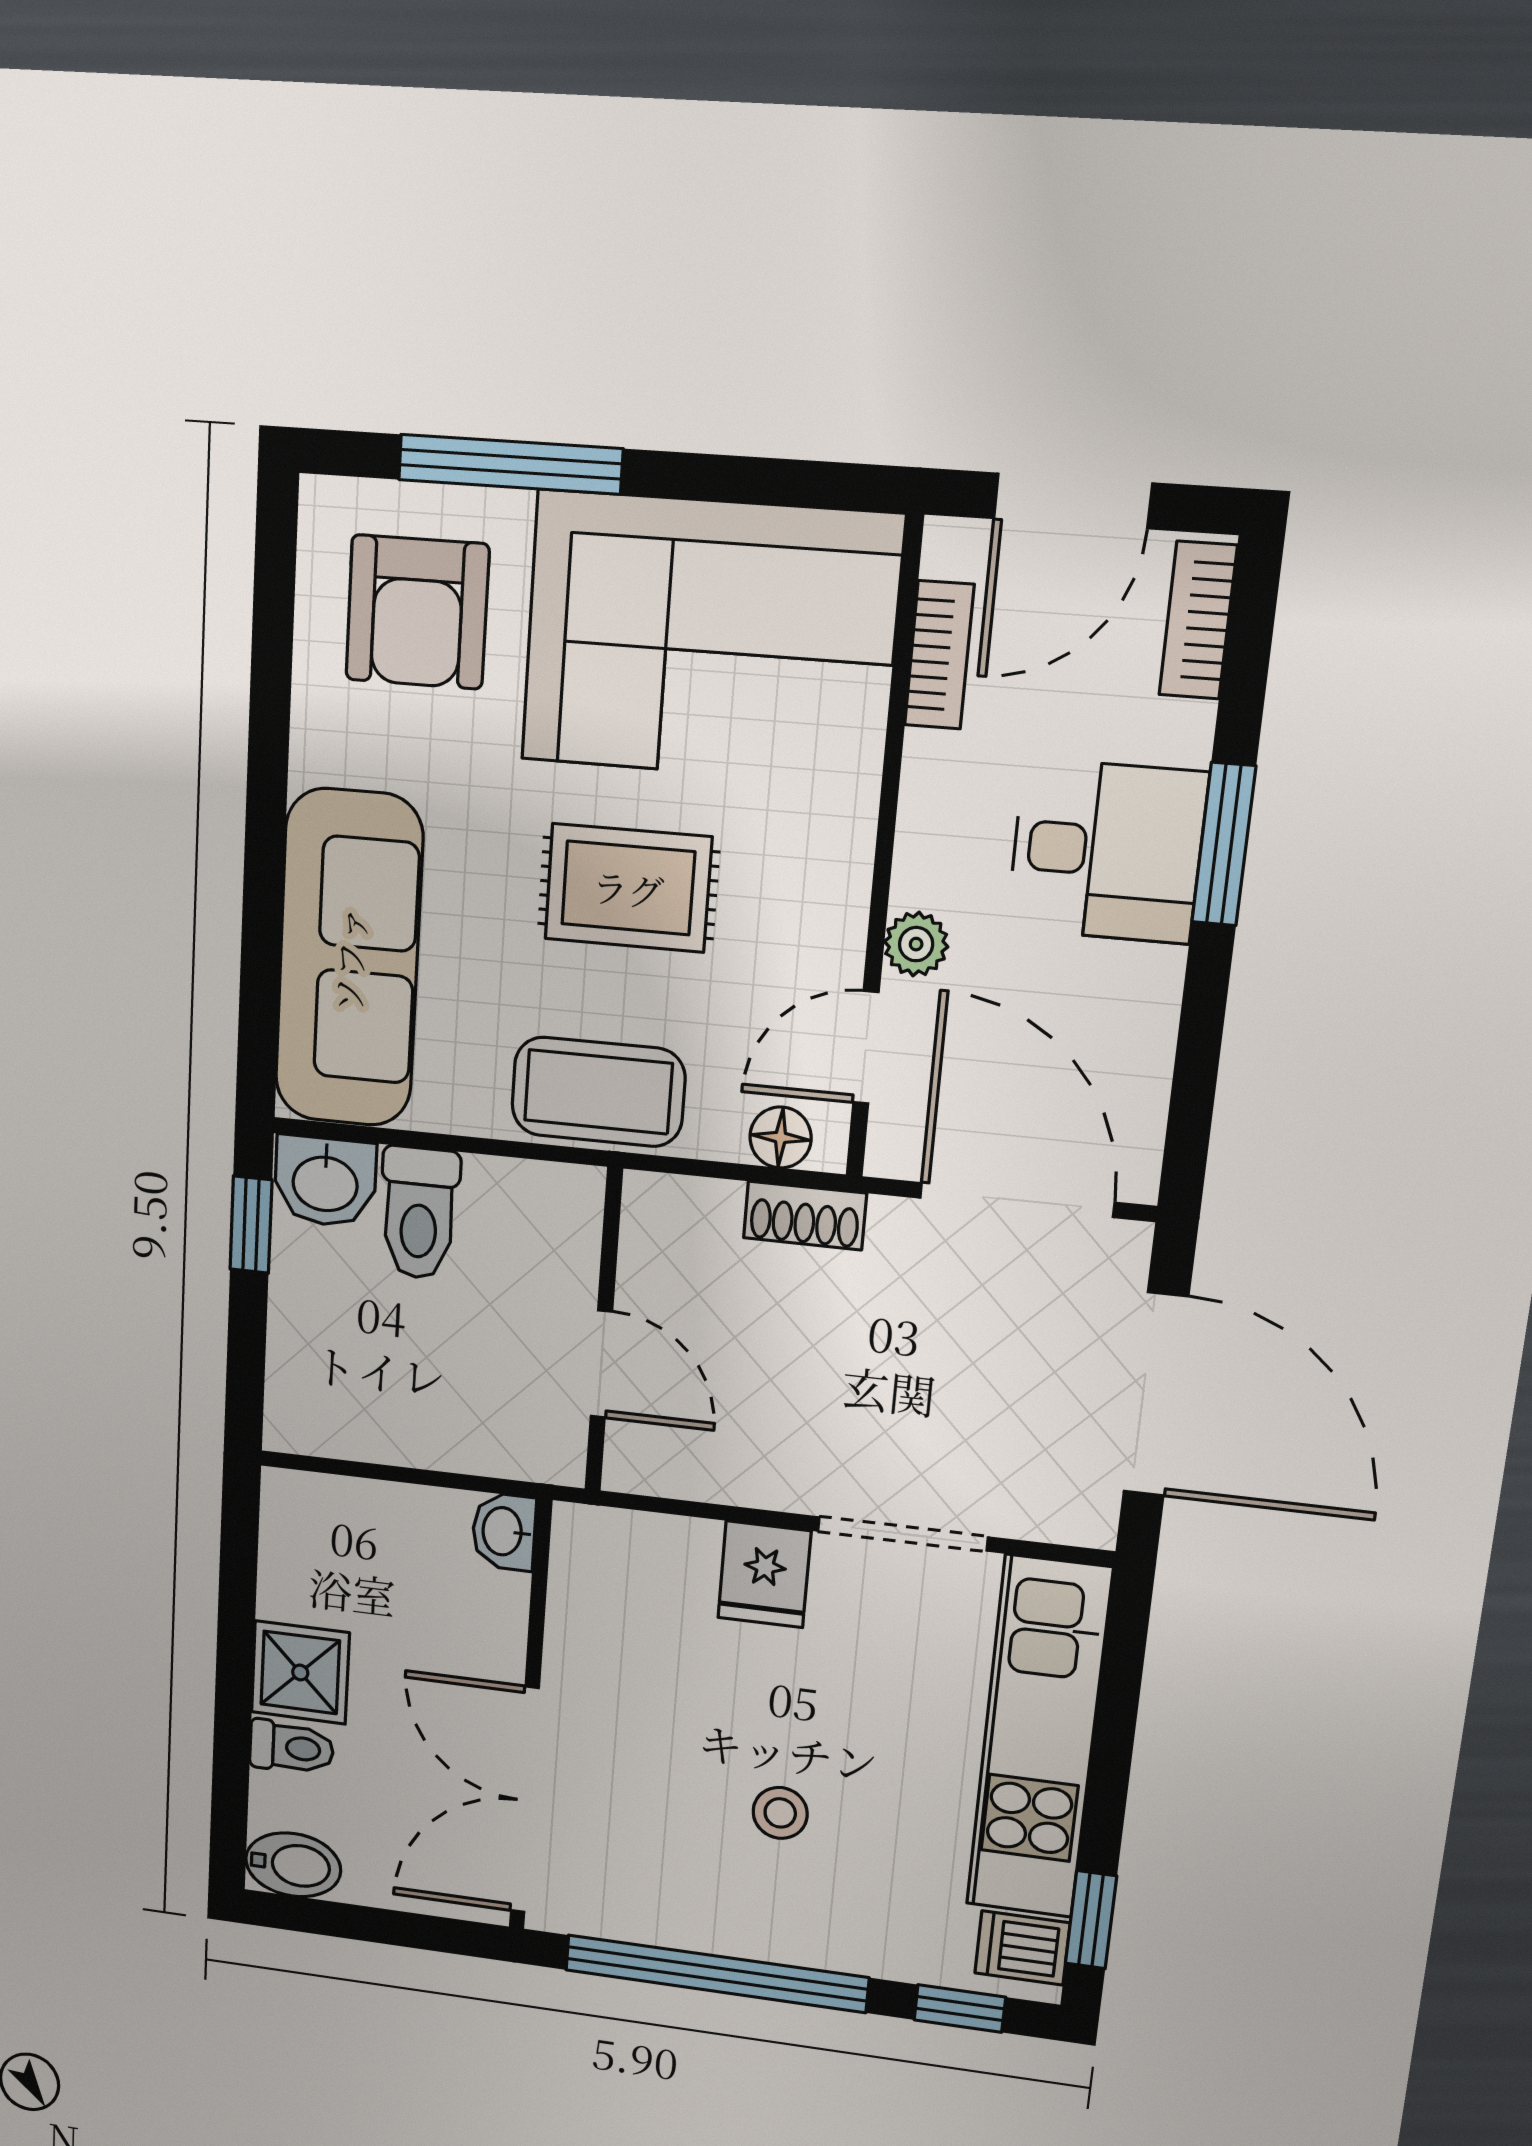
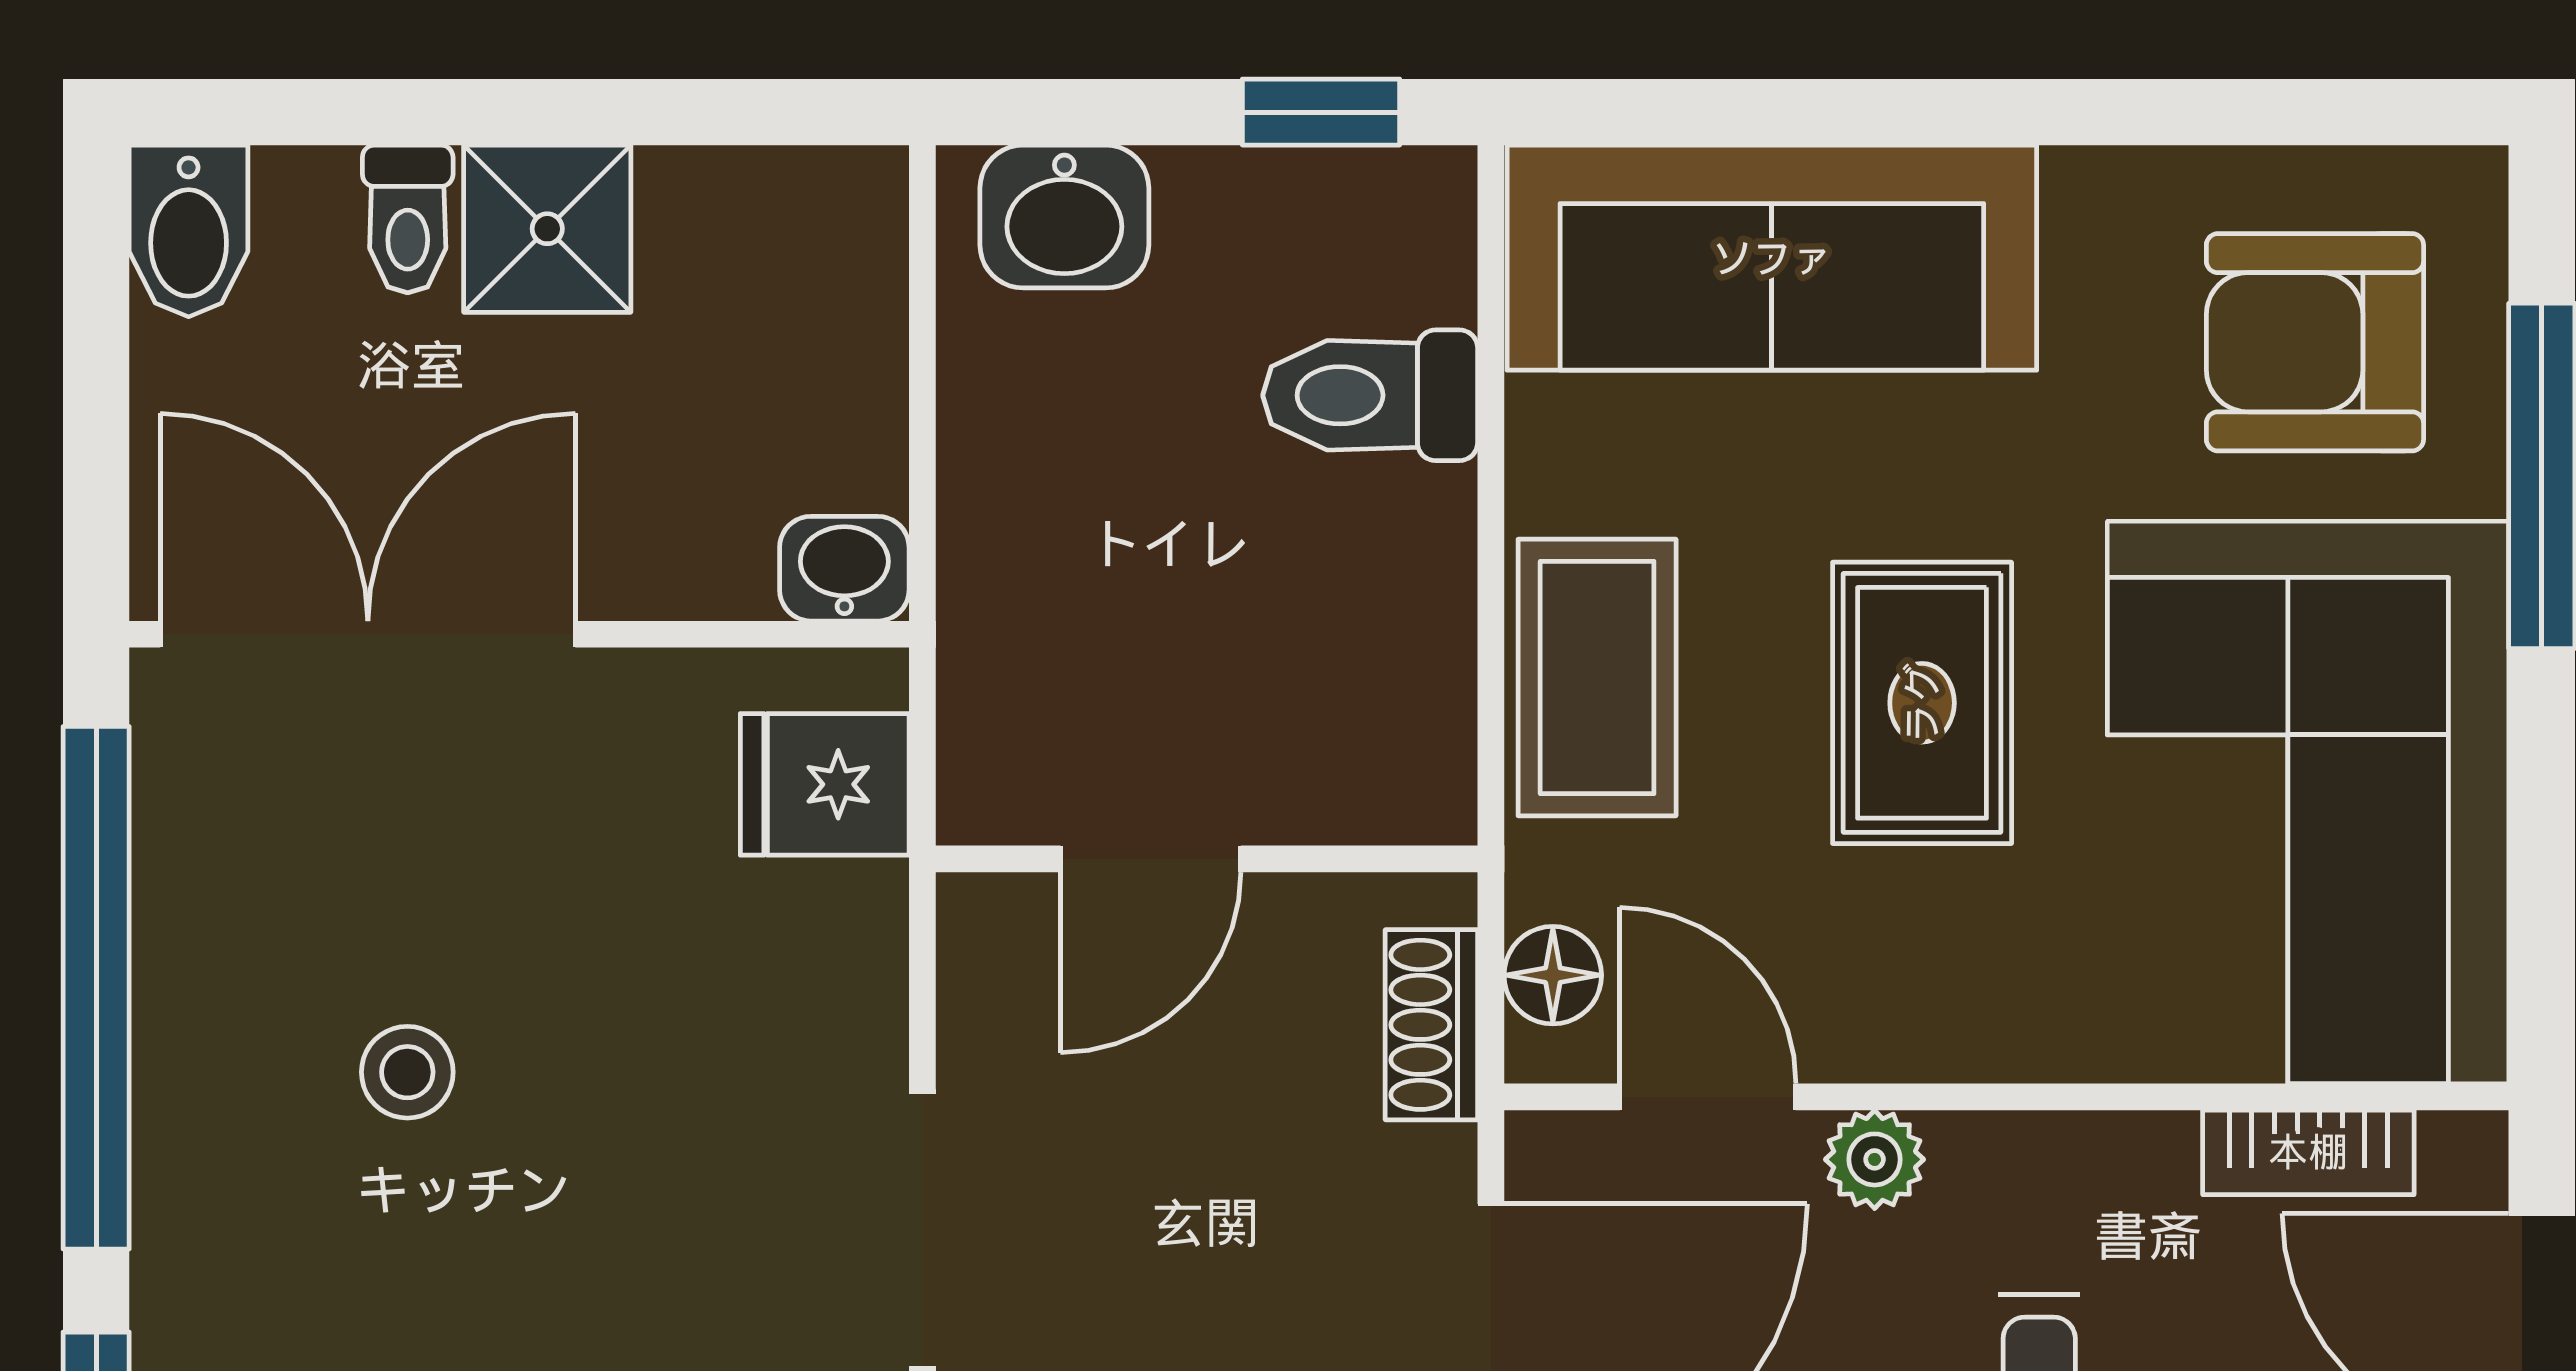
washbasin: (325, 1181) -> (1064, 217), moved, turned -90
wall: (604, 1331) -> (1207, 859), moved
door: (601, 1364) -> (1151, 859), moved
fridge: (764, 1574) -> (825, 784), moved

